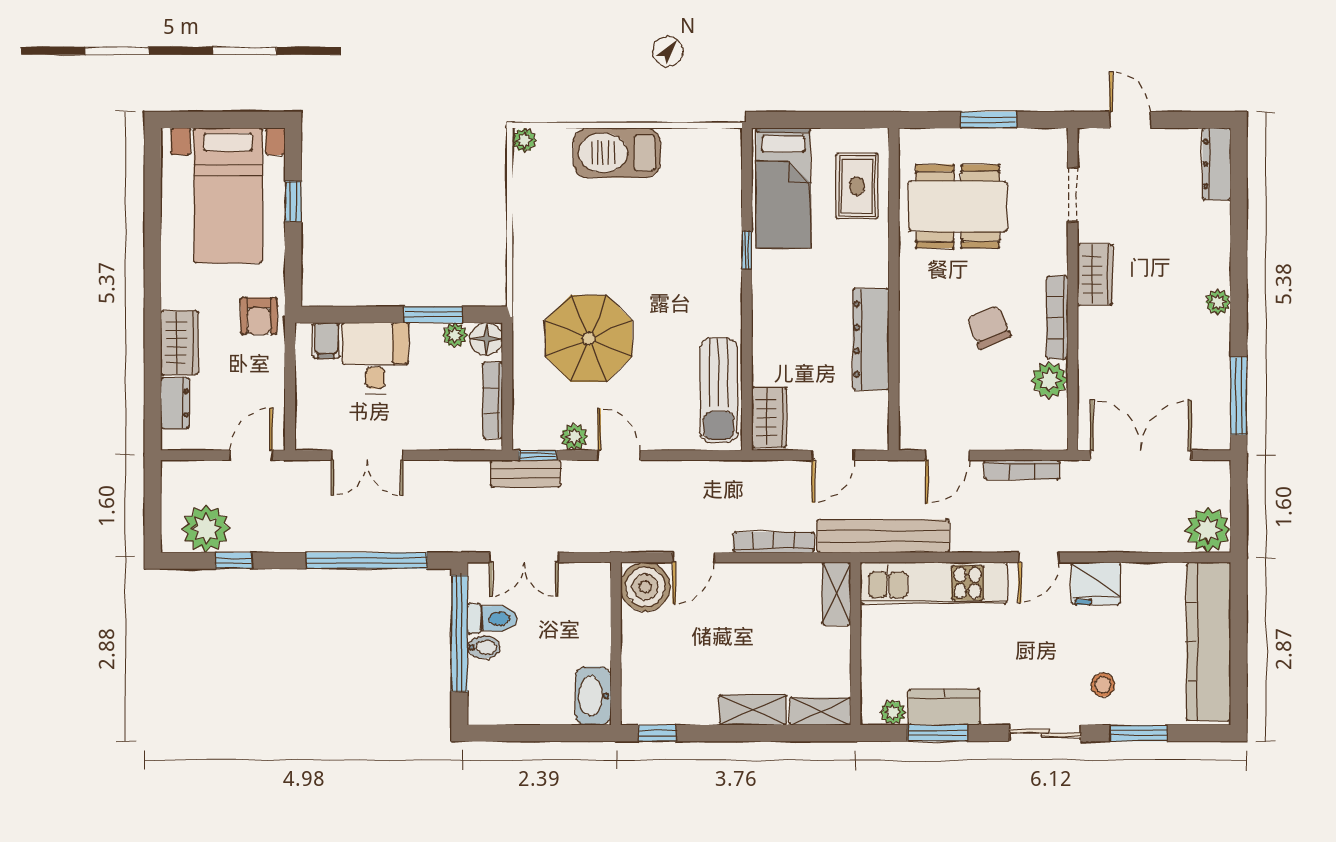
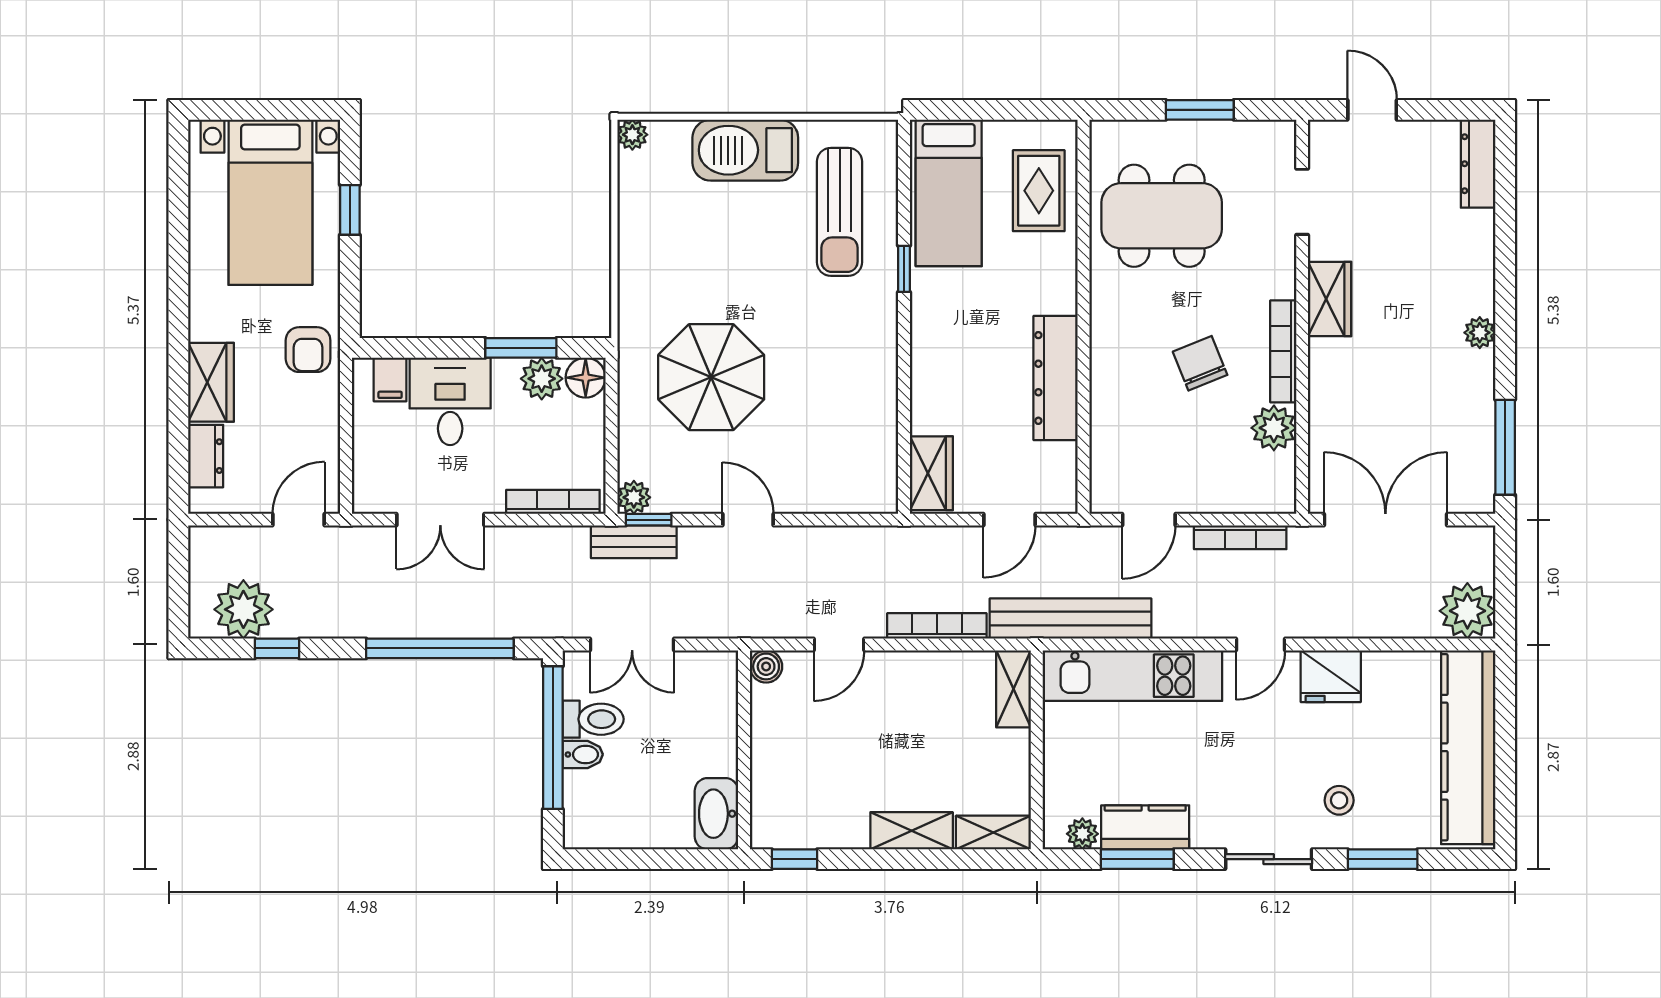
plant: (455, 335) -> (542, 379), width x1.38, depth x1.38
sun lounger: (719, 390) -> (840, 212), moved
bookcase: (493, 400) -> (553, 502), moved, turned 90
plant: (574, 437) -> (634, 497), moved
boiler: (645, 587) -> (766, 666), width x0.54, depth x0.54

